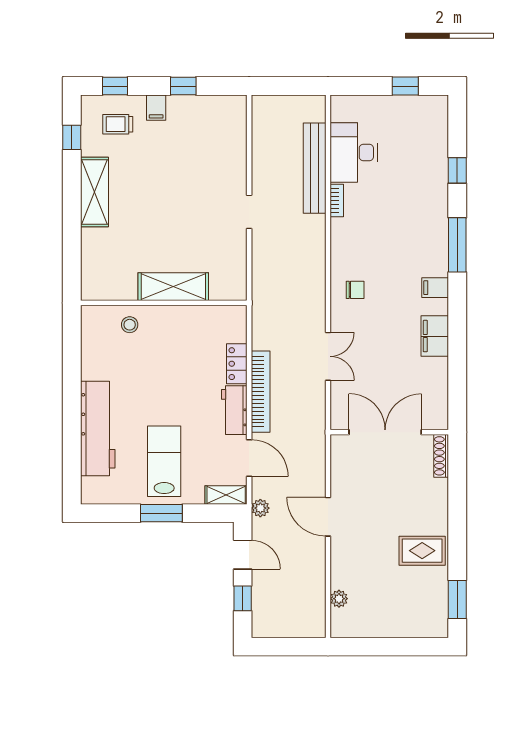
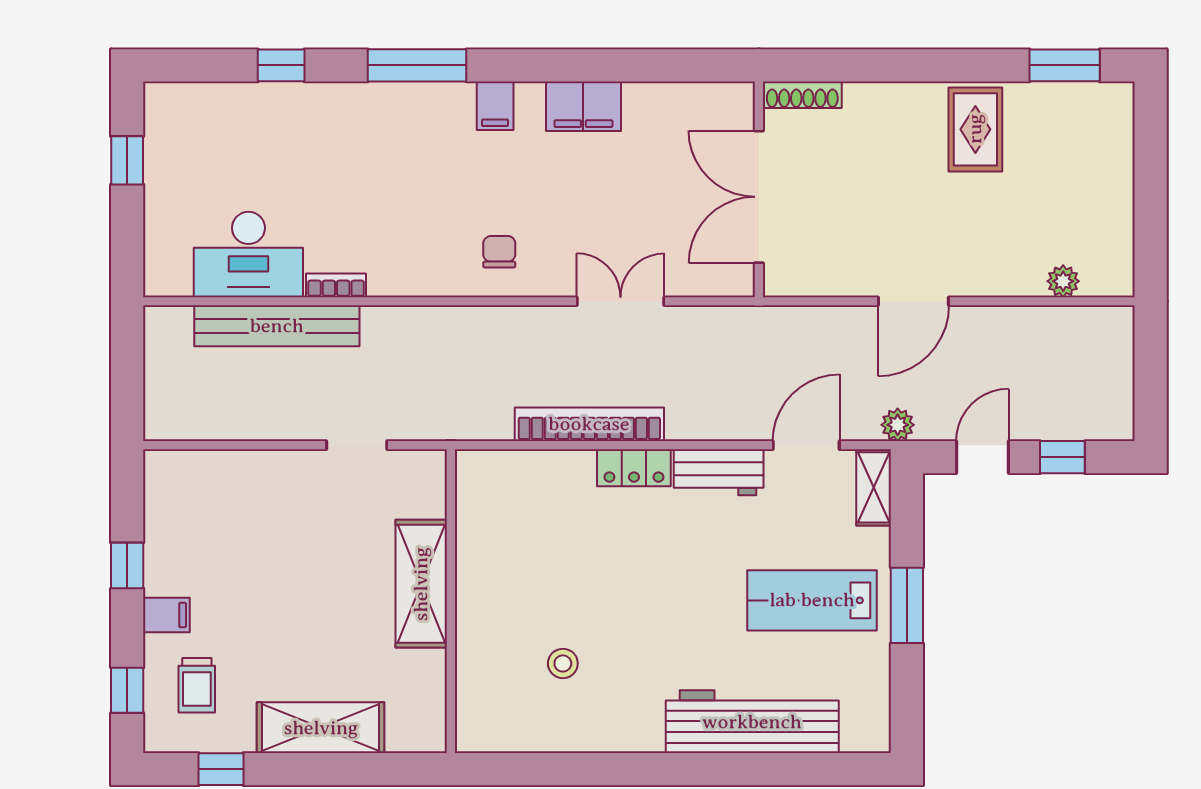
shelving: (173, 287) -> (421, 584), moved
wall: (164, 303) -> (451, 601), moved
bookcase: (261, 392) -> (589, 424), moved

